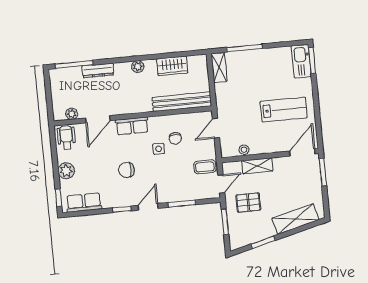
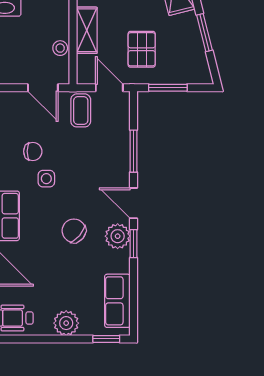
door: (216, 128) -> (43, 88), moved
chair: (126, 170) -> (74, 231), turned 130
plant: (126, 199) -> (118, 236), added

